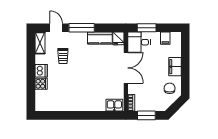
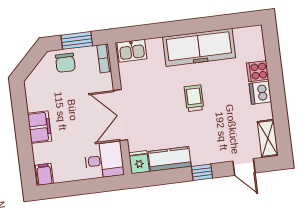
window: (82, 28) -> (202, 172), width x0.46
window: (147, 28) -> (94, 186), removed
filing cabinet: (165, 38) -> (44, 174), moved
trolley: (63, 56) -> (194, 98), moved
chair: (170, 88) -> (65, 63), moved
freezer: (74, 102) -> (199, 47), added

